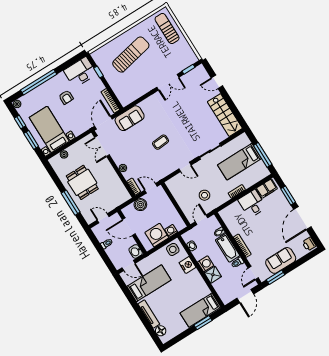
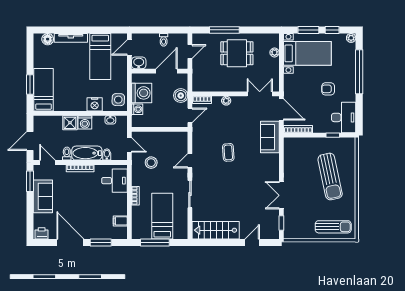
filing cabinet: (267, 188) -> (120, 221), width x0.50
desk: (252, 204) -> (114, 181), moved
door: (245, 296) -> (30, 141), hinge flipped

